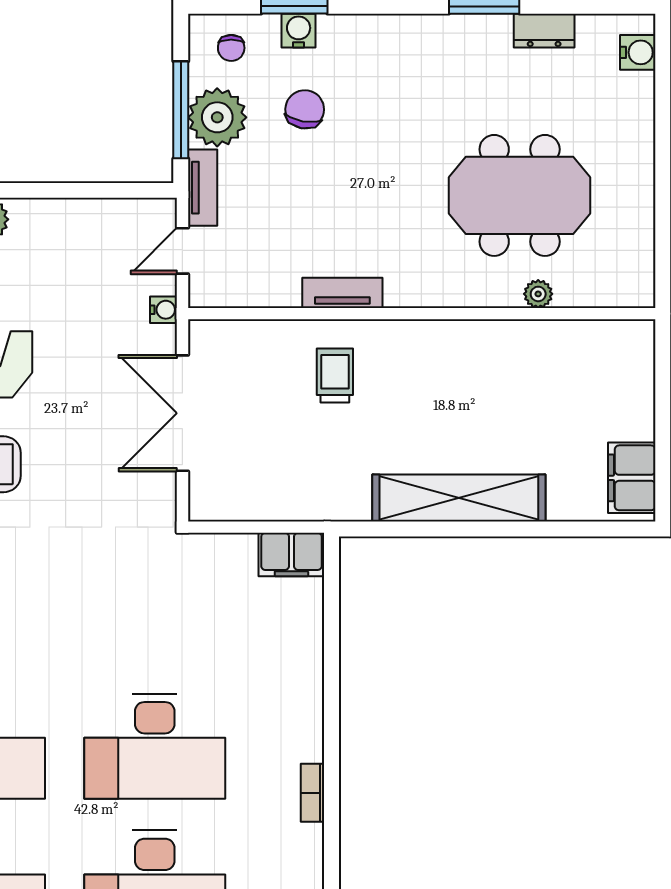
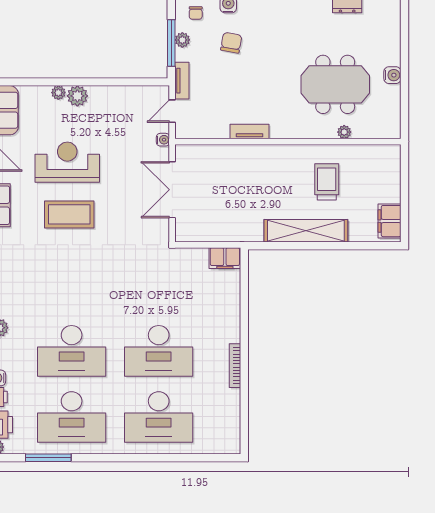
water cooler: (638, 52) -> (392, 75), moved
plant: (217, 117) -> (182, 40), width x0.53, depth x0.53
trolley: (335, 376) -> (327, 182), moved, width x1.36, depth x1.39
bookcase: (313, 793) -> (235, 366), width x1.56

